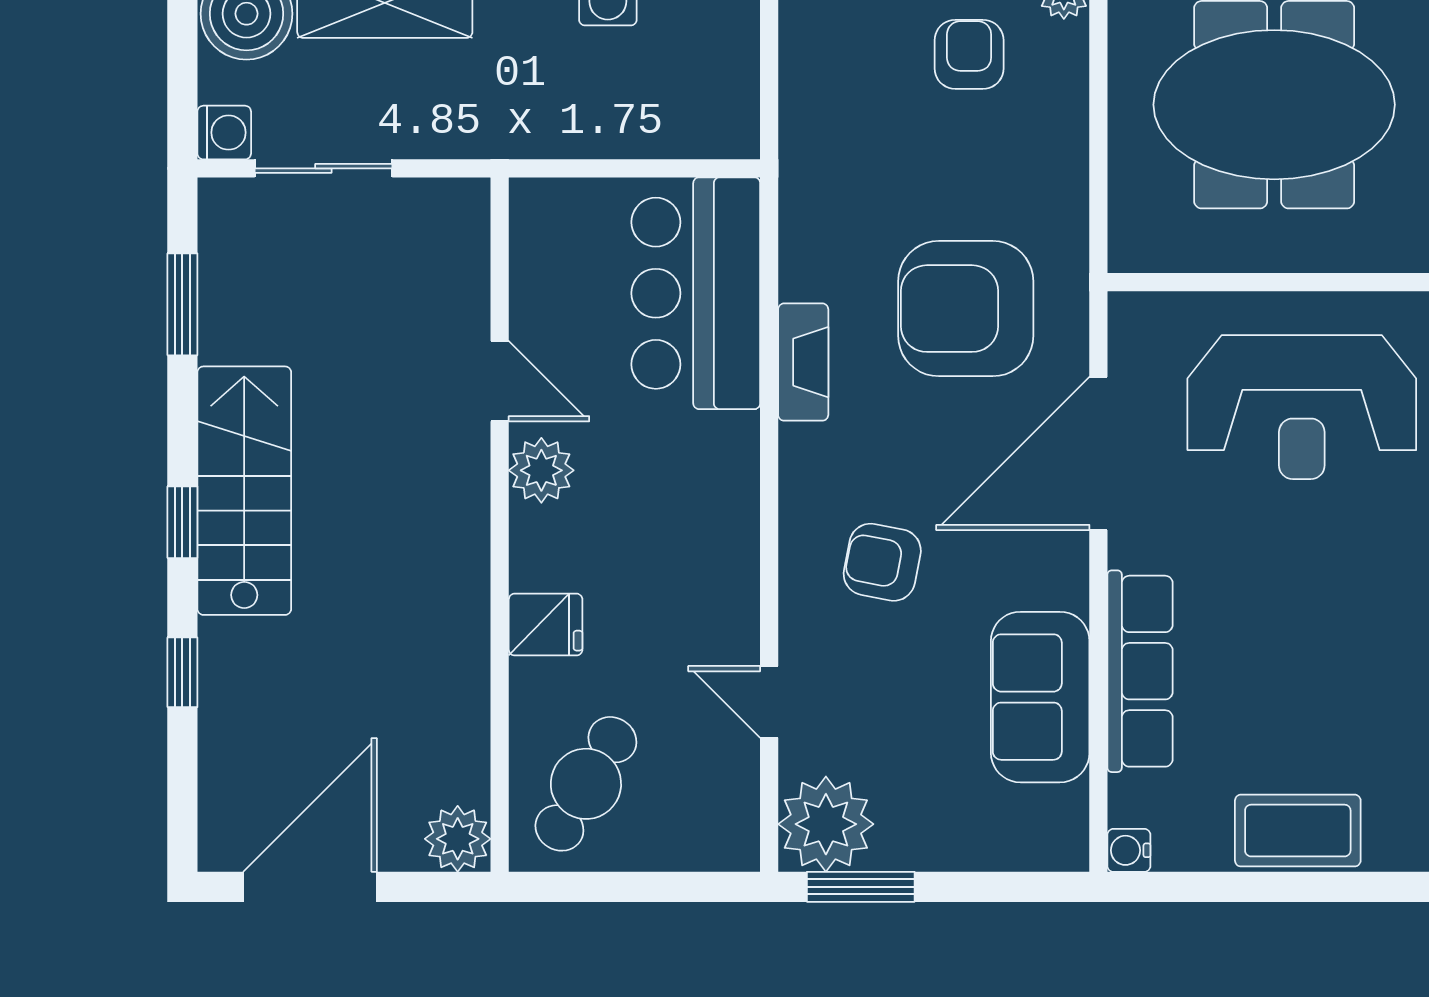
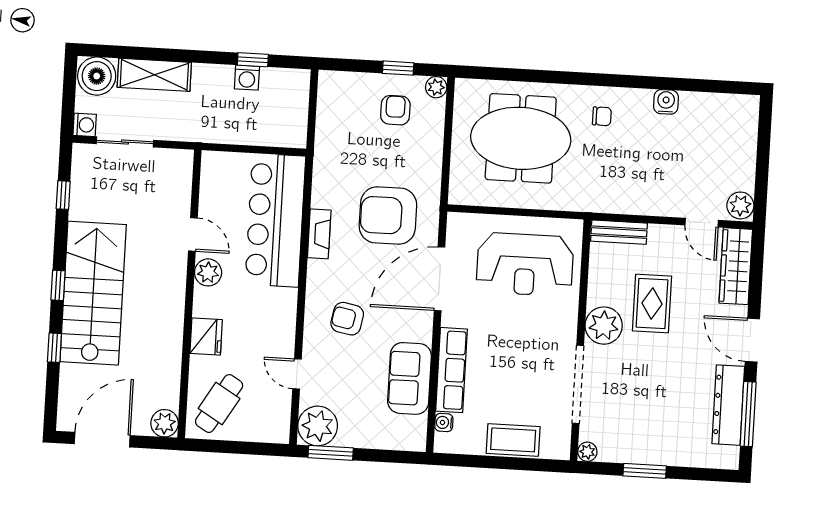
bar counter: (696, 293) -> (275, 220), width x1.36
window: (182, 304) -> (63, 195), width x0.67
stairs: (244, 491) -> (93, 293), width x1.36, depth x1.51
fridge: (546, 625) -> (206, 337), width x1.38
water cooler: (1129, 850) -> (444, 423), moved

